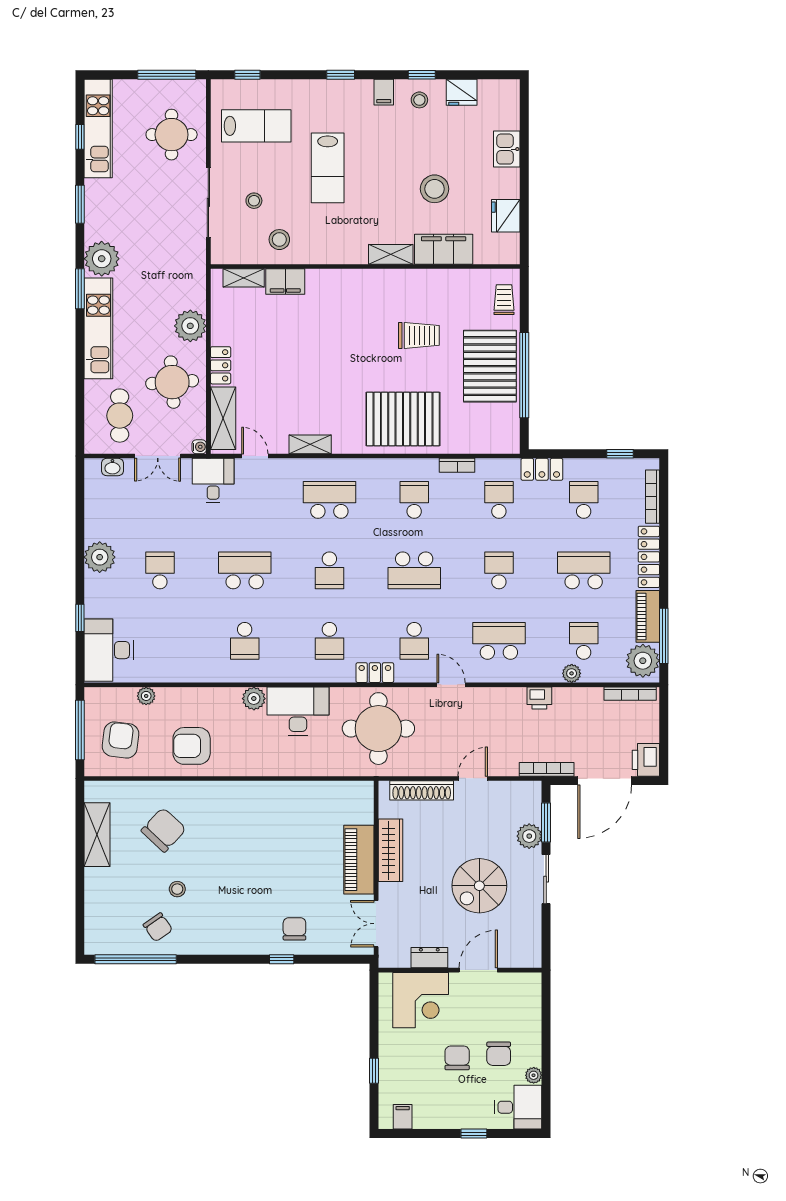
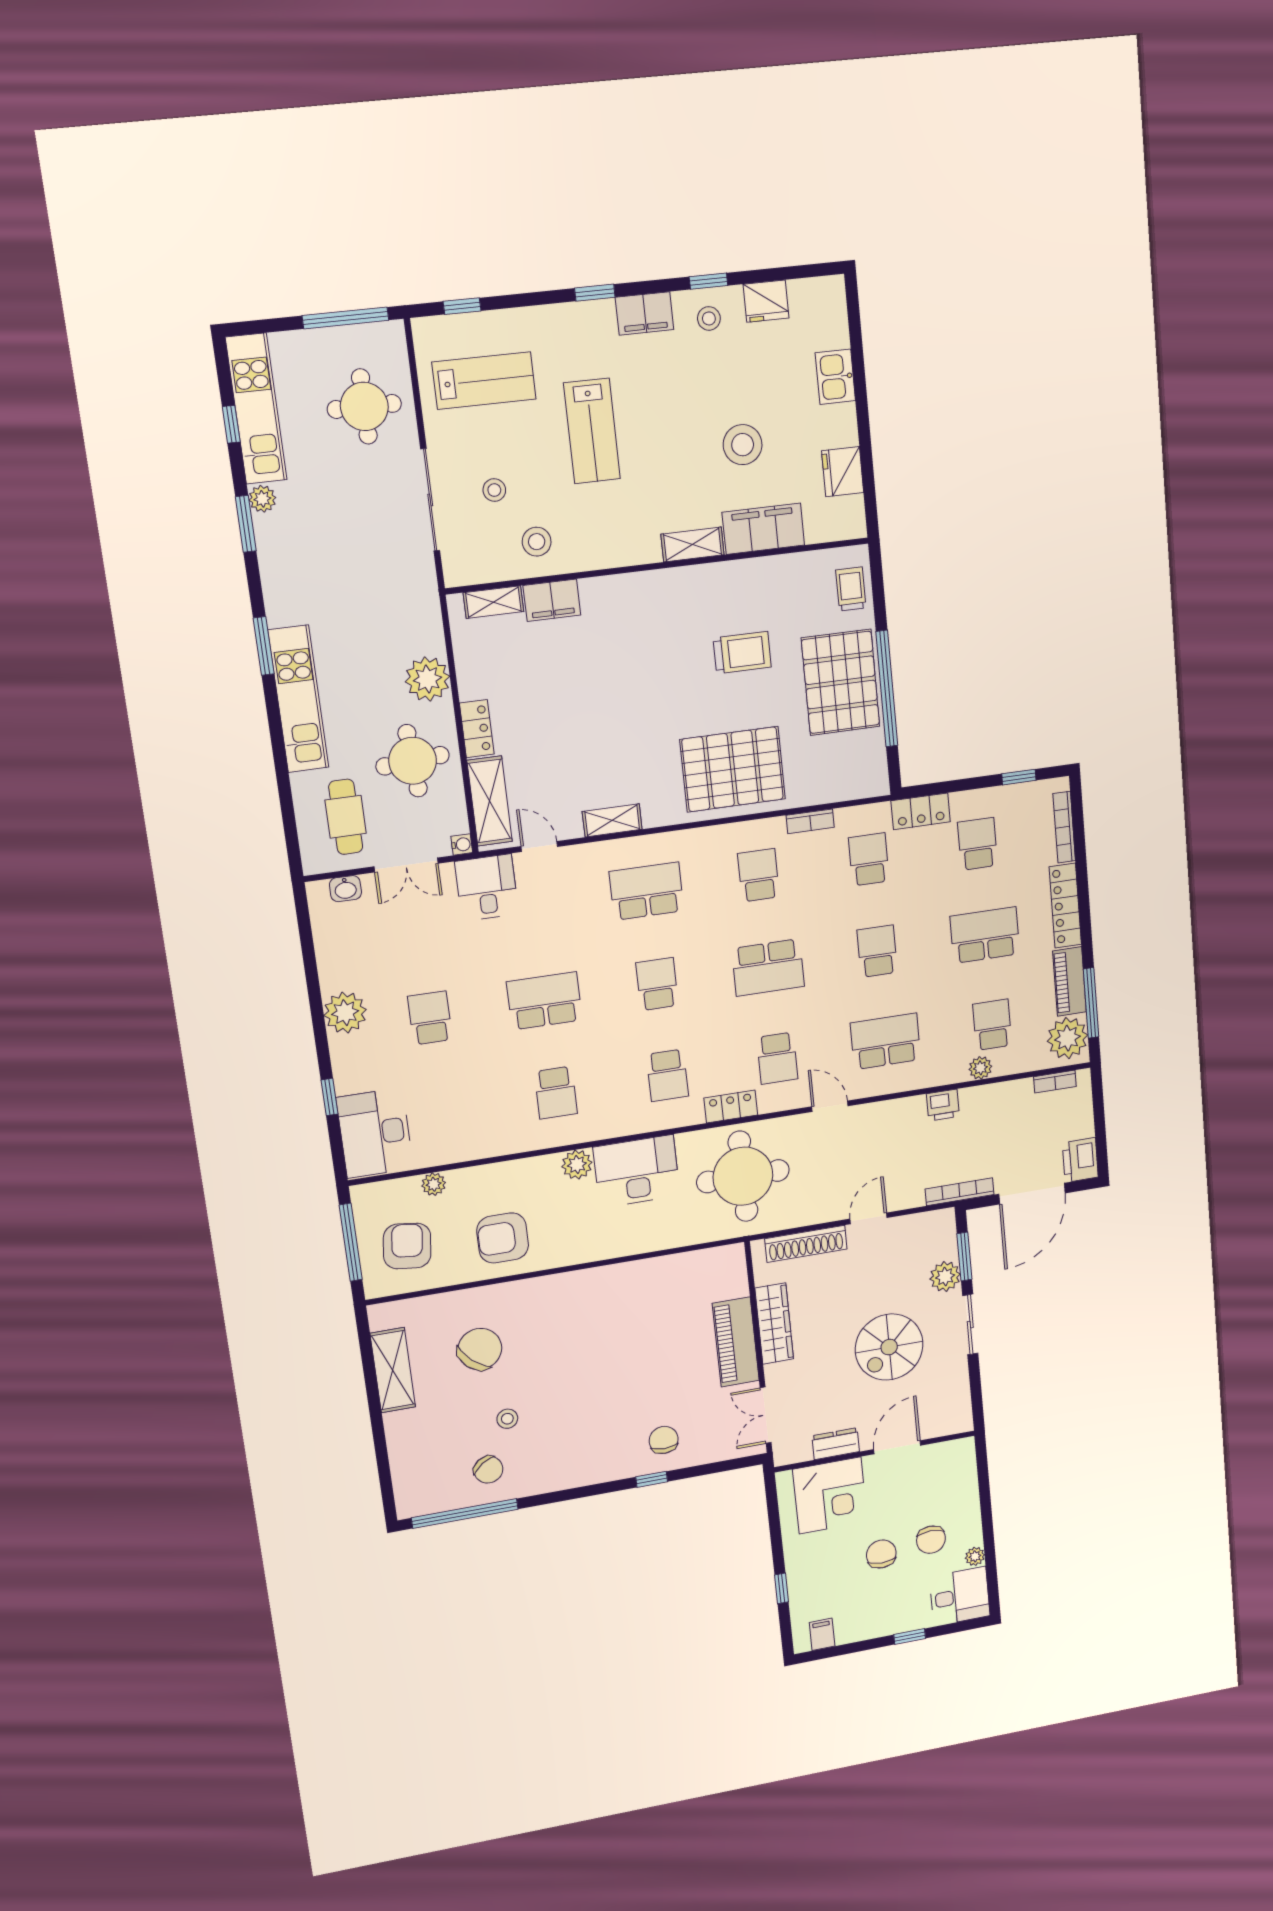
filing cabinet: (384, 92) -> (645, 313), width x2.00
plant: (102, 259) -> (262, 499), moved, width x0.53, depth x0.53
school desk: (329, 570) -> (657, 984), turned 180
bookcase: (630, 694) -> (1055, 1082), width x0.64

